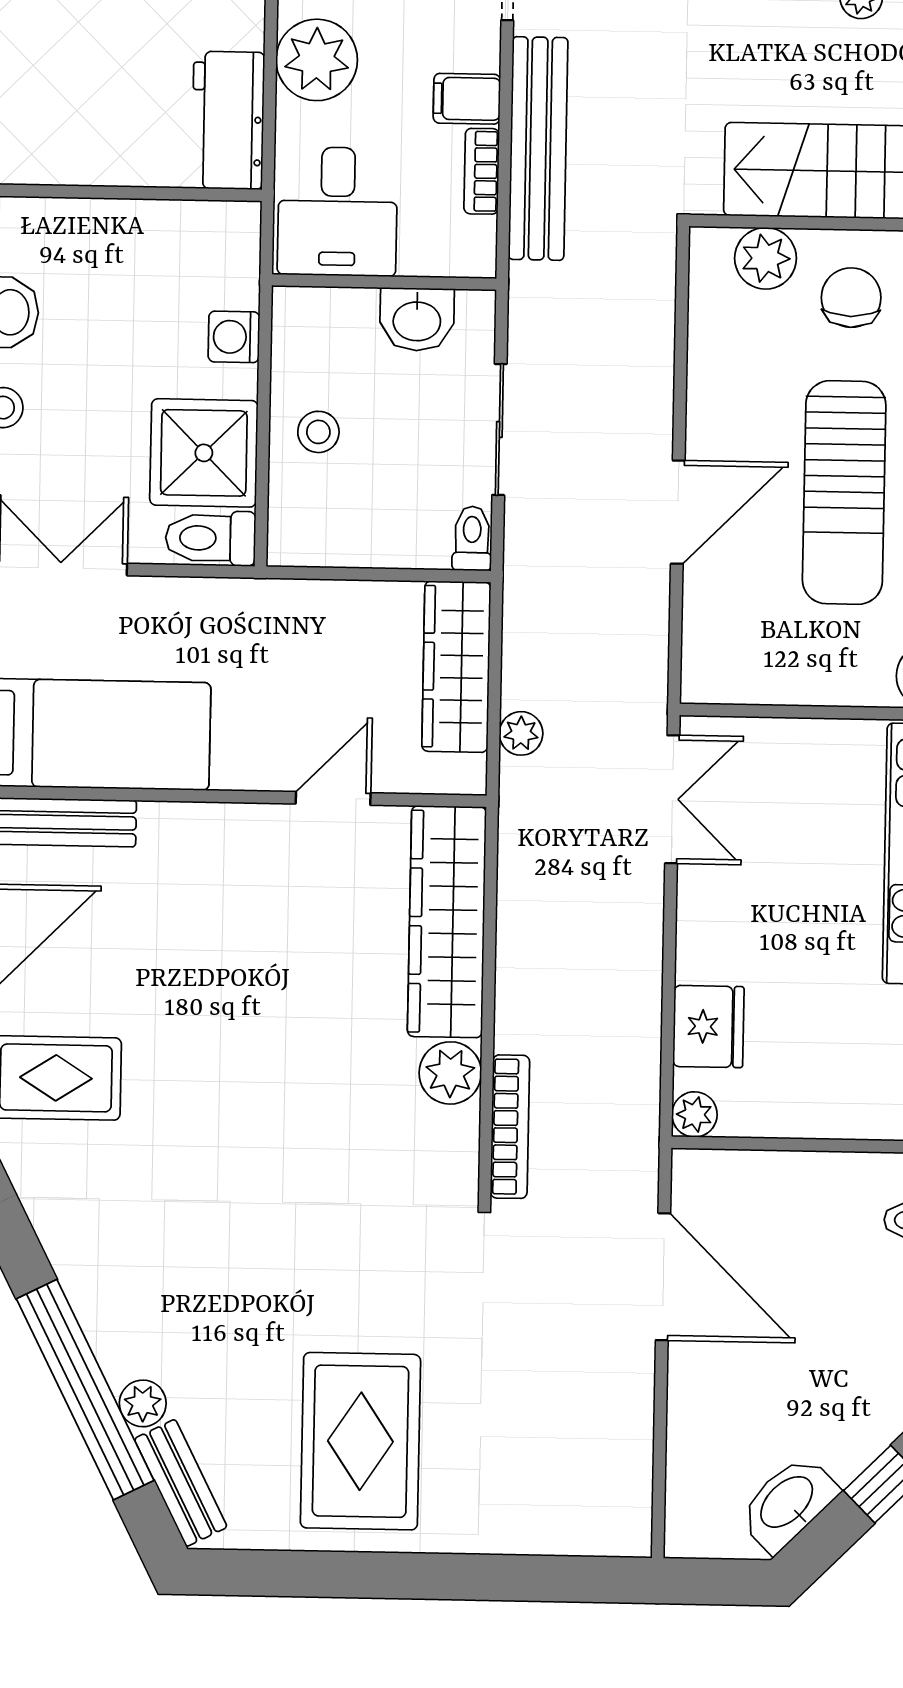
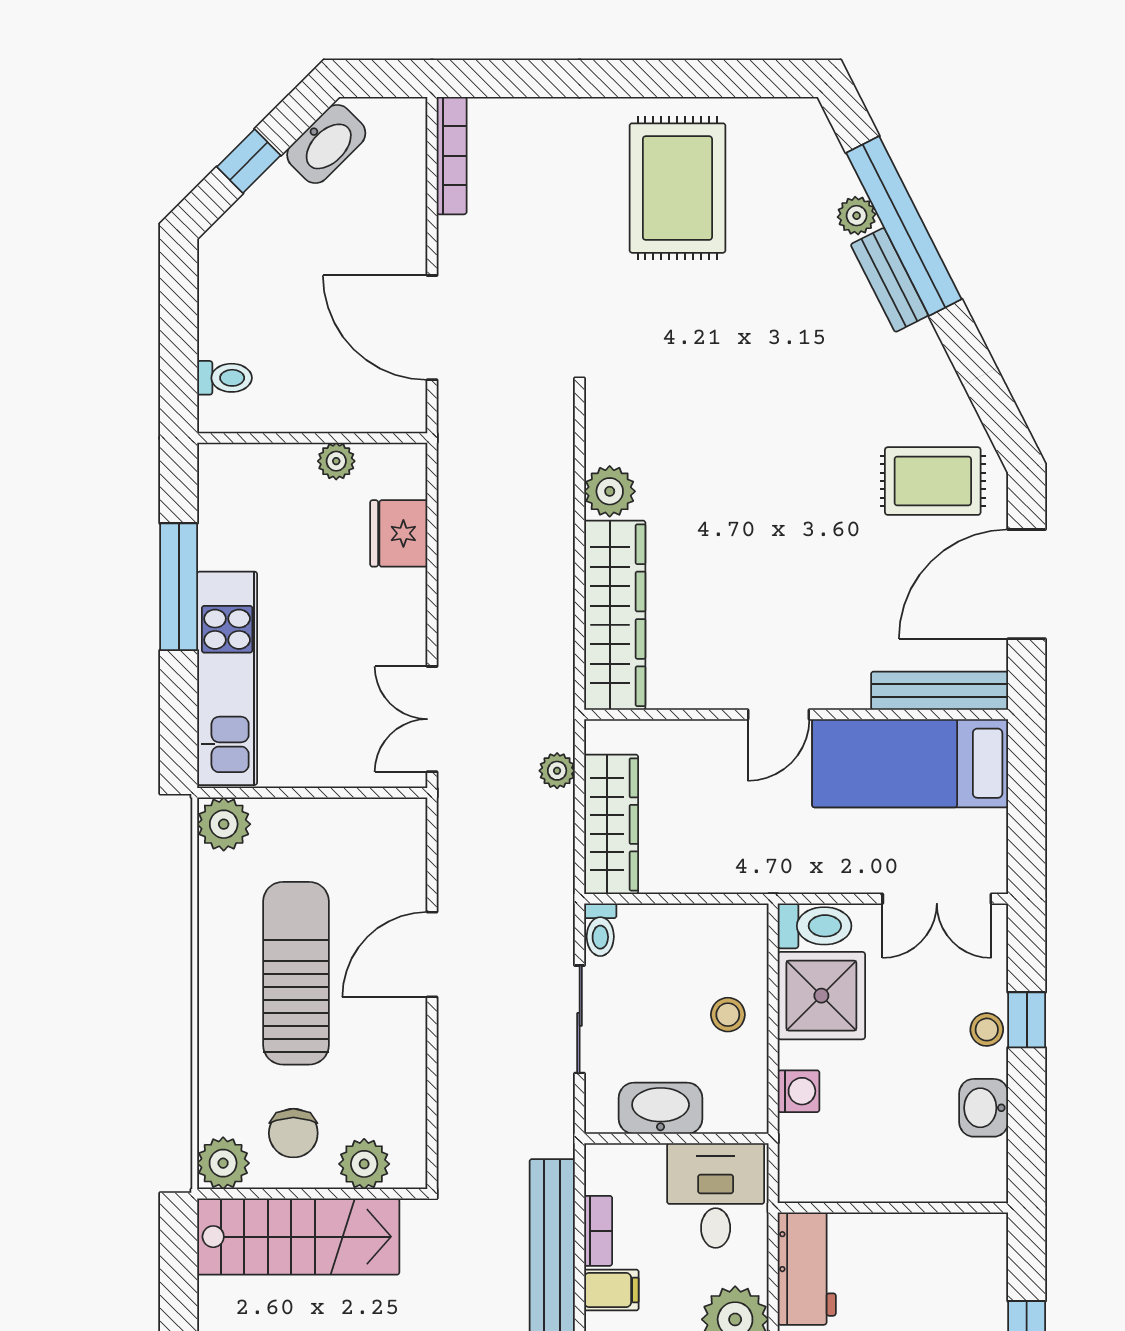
washbasin: (417, 319) -> (661, 1108), width x1.38
door: (333, 798) -> (779, 714), moved
plant: (694, 1114) -> (336, 461), moved
bookcase: (510, 1127) -> (452, 156), moved, turned 180
bench: (181, 1483) -> (889, 280), moved

